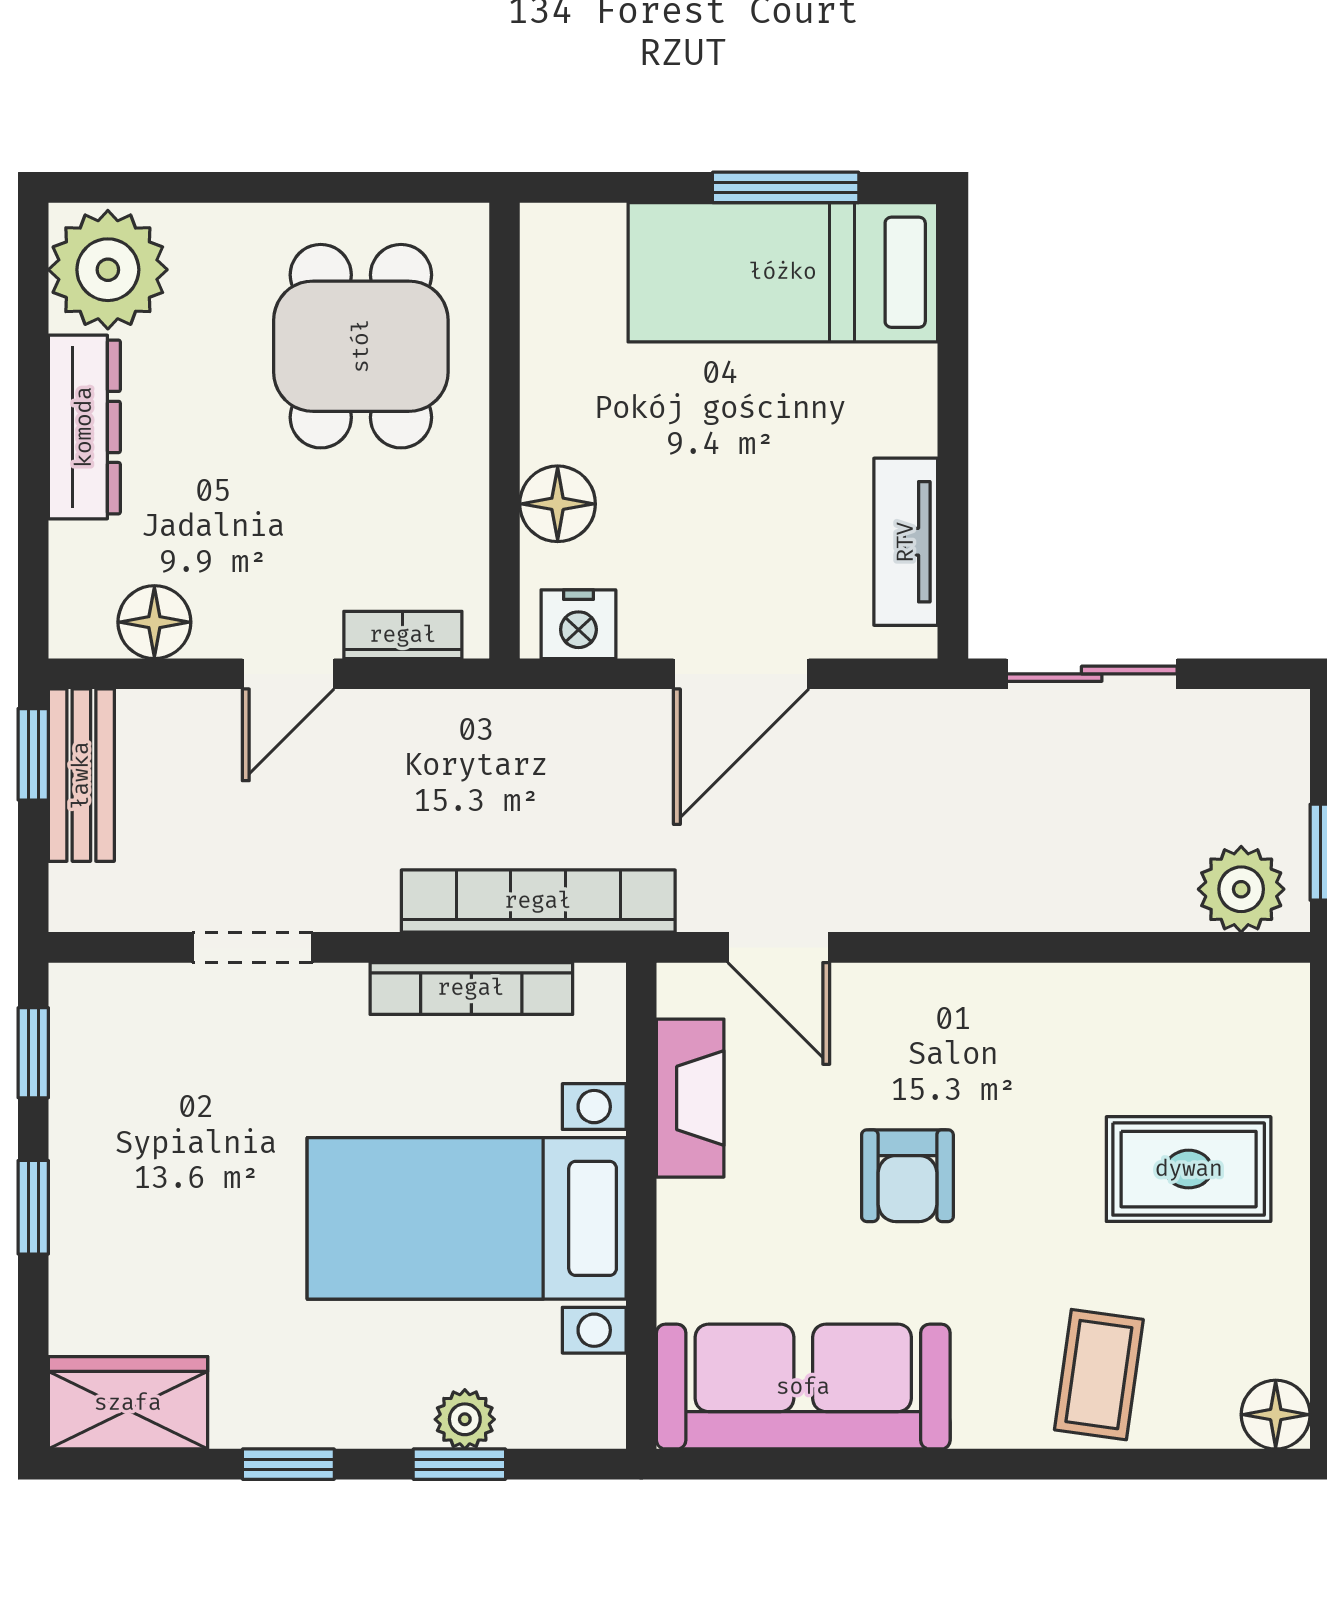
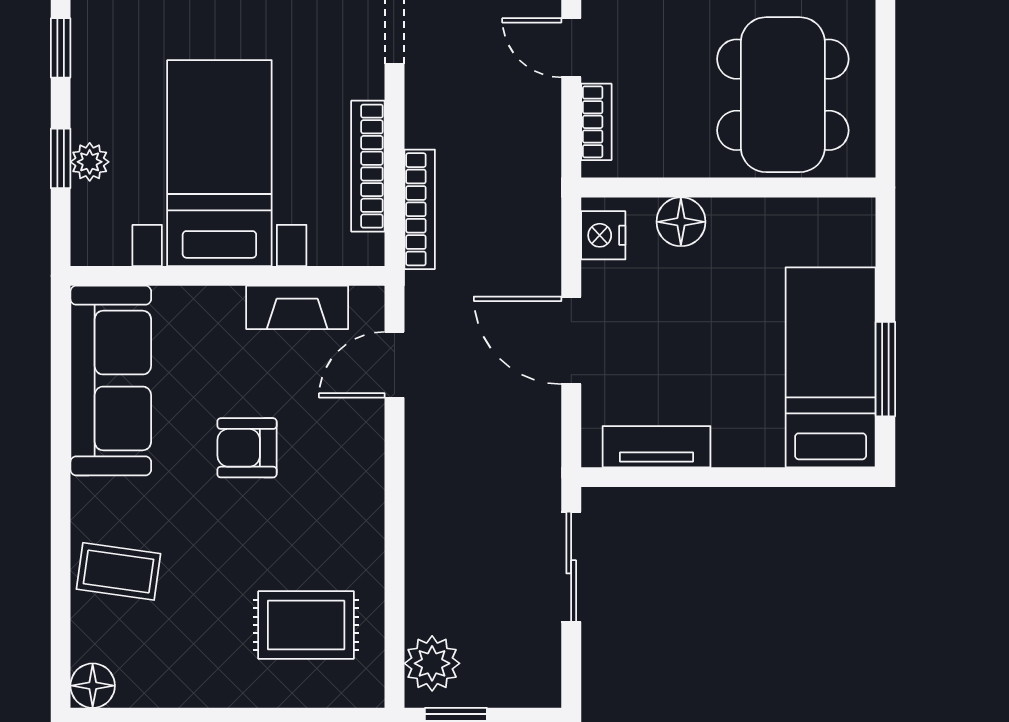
dining table: (361, 346) -> (783, 95), width x1.38
bookcase: (538, 901) -> (420, 209), width x0.68, depth x0.76
rug: (1189, 1169) -> (306, 625), moved, turned 90

